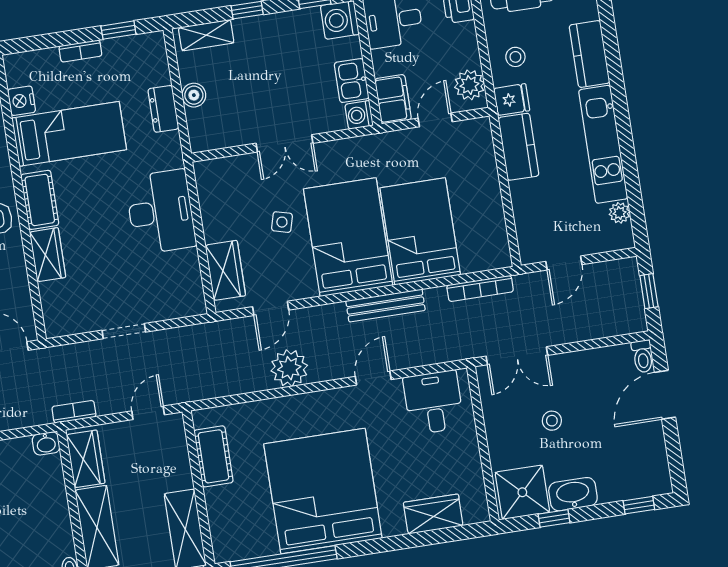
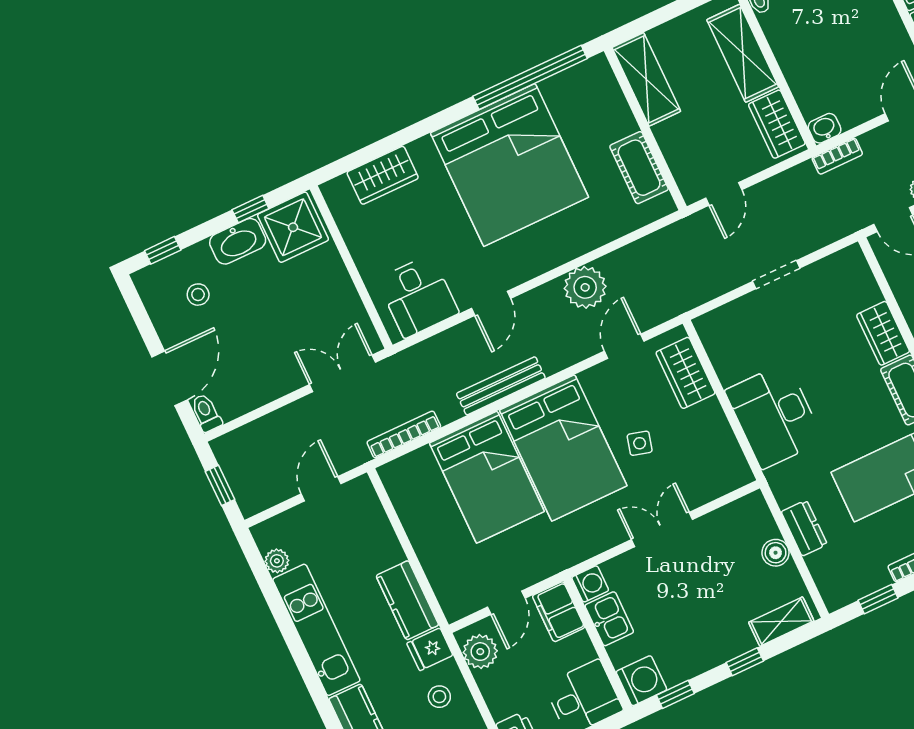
bookcase: (74, 412) -> (837, 156), moved
stool: (552, 421) -> (198, 295), moved

